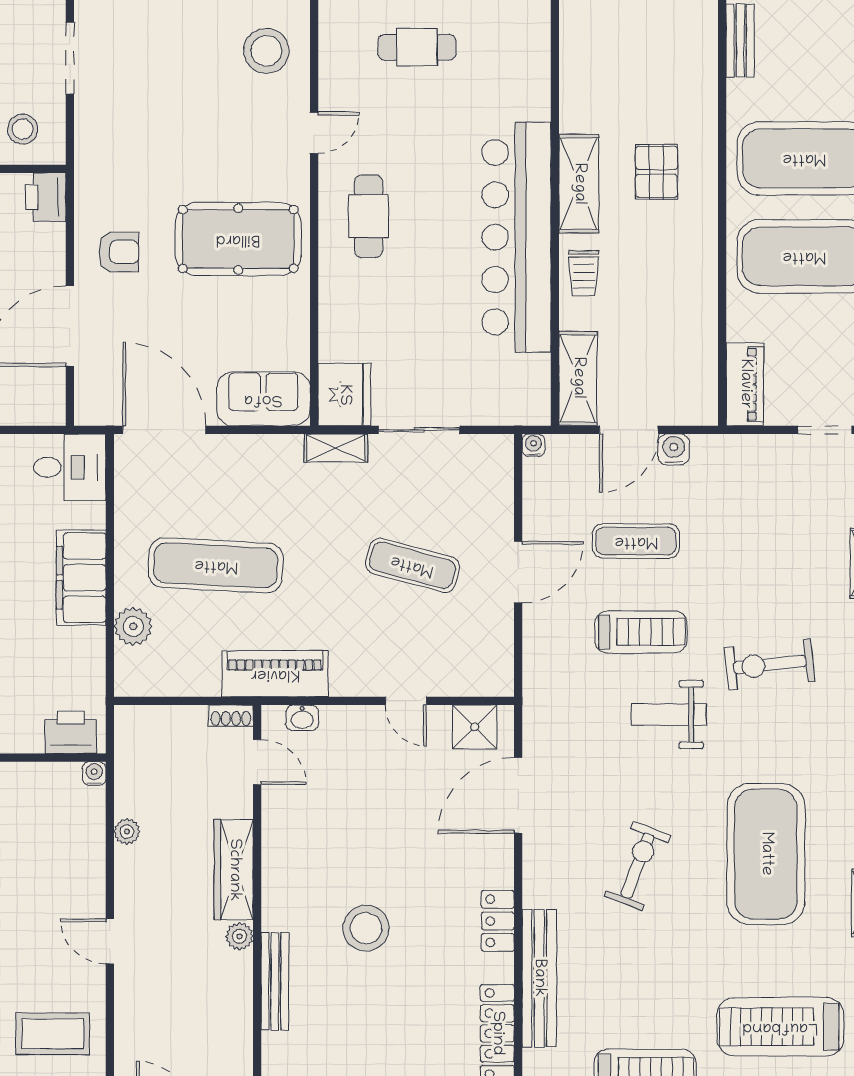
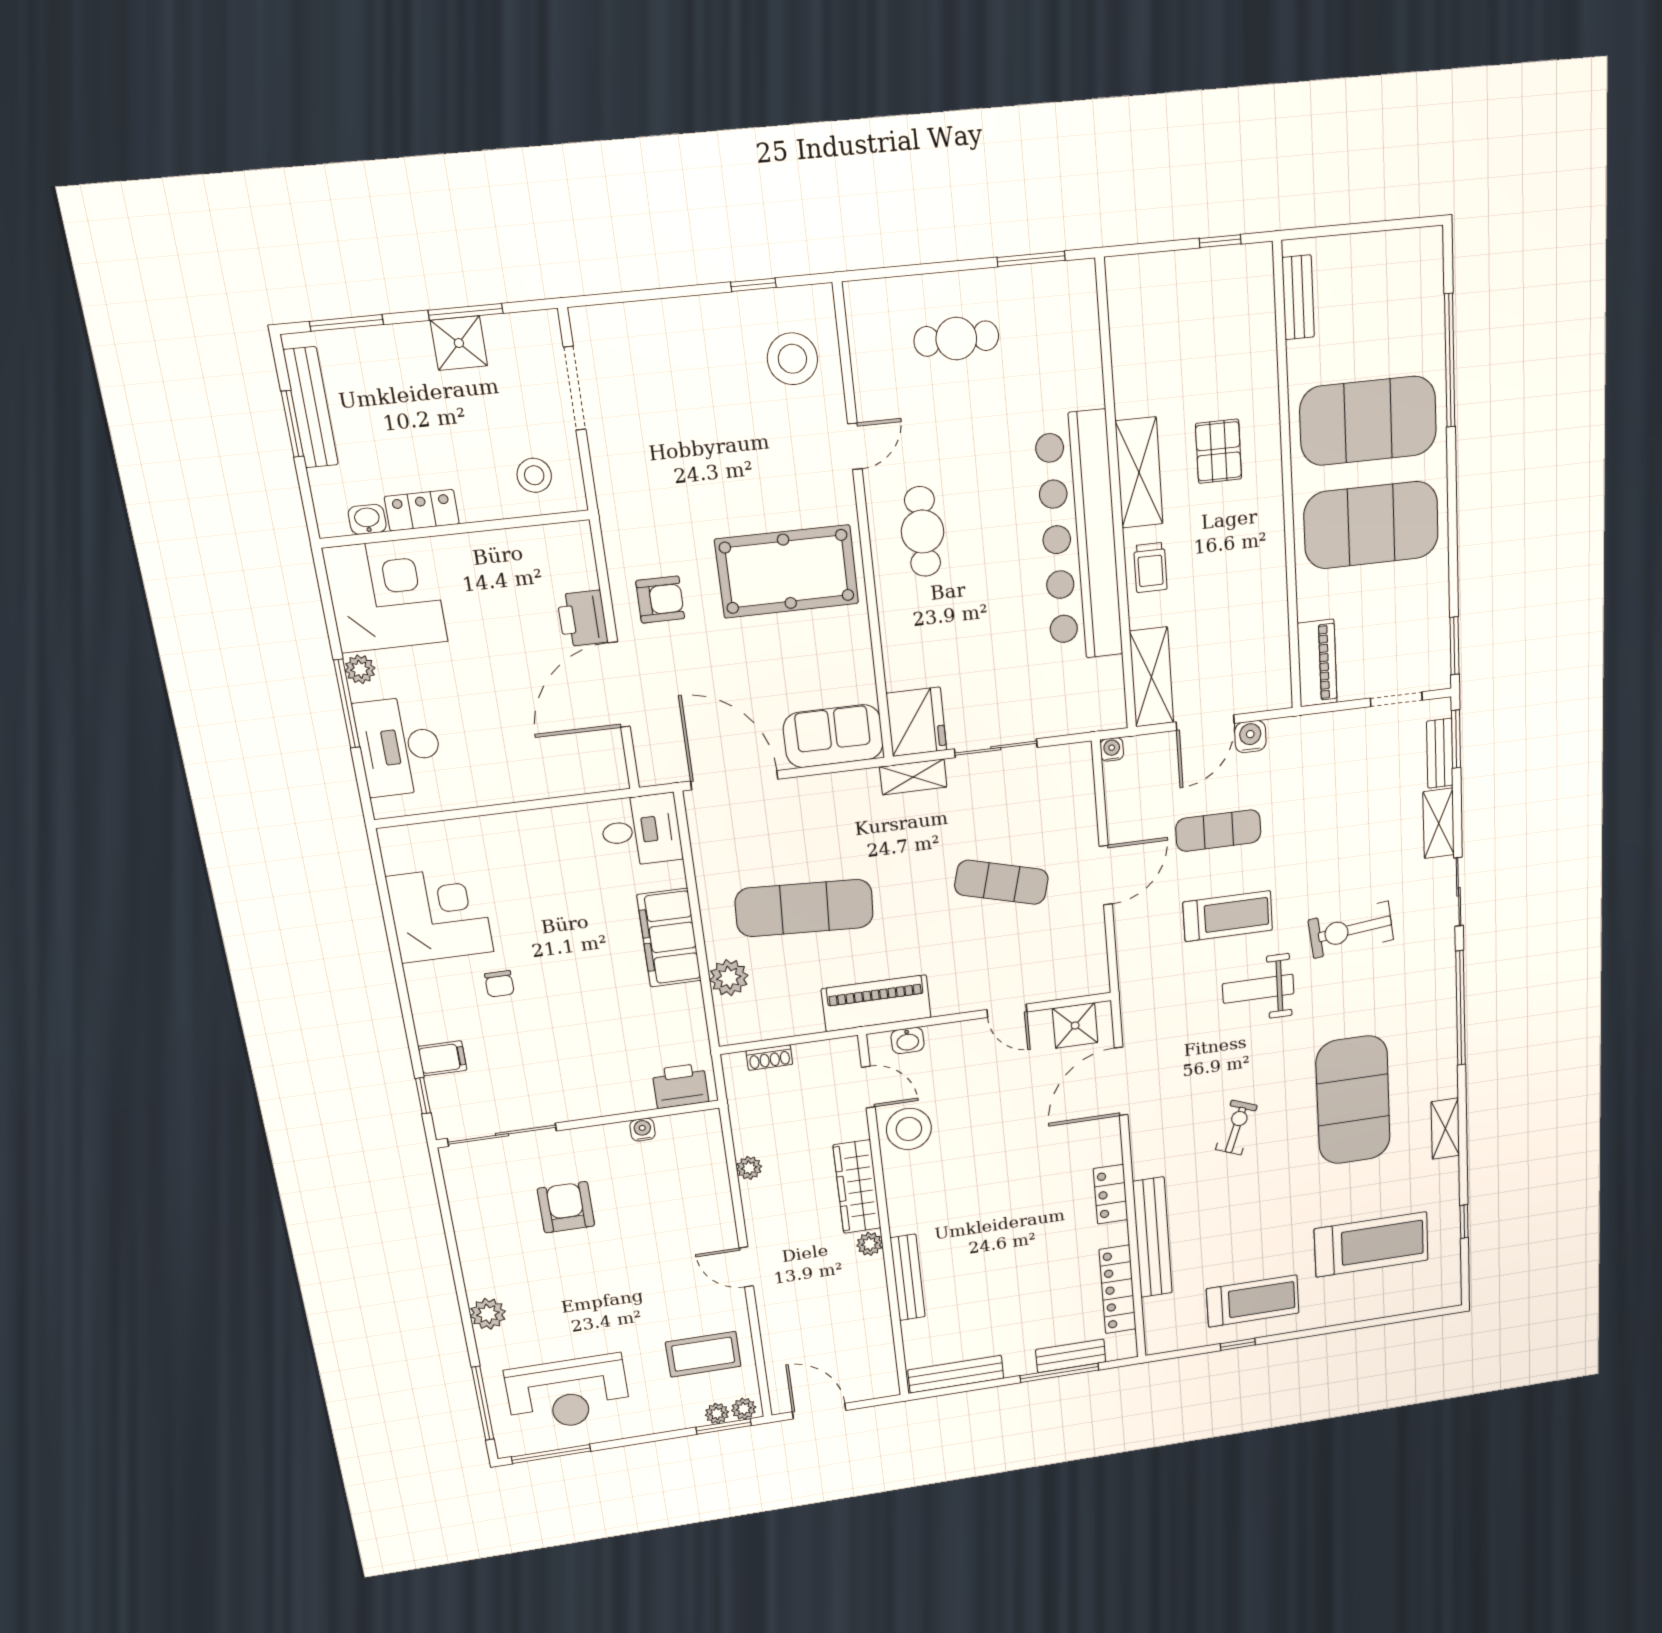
printer: (46, 197) -> (582, 618), moved
shoe rack: (231, 716) -> (769, 1058), moved
water cooler: (94, 774) -> (643, 1130), moved
exercise bike: (638, 866) -> (1236, 1128), width x0.73, depth x0.72
stool: (366, 928) -> (909, 1129), moved
treadmill: (780, 1027) -> (1371, 1244), turned 180

